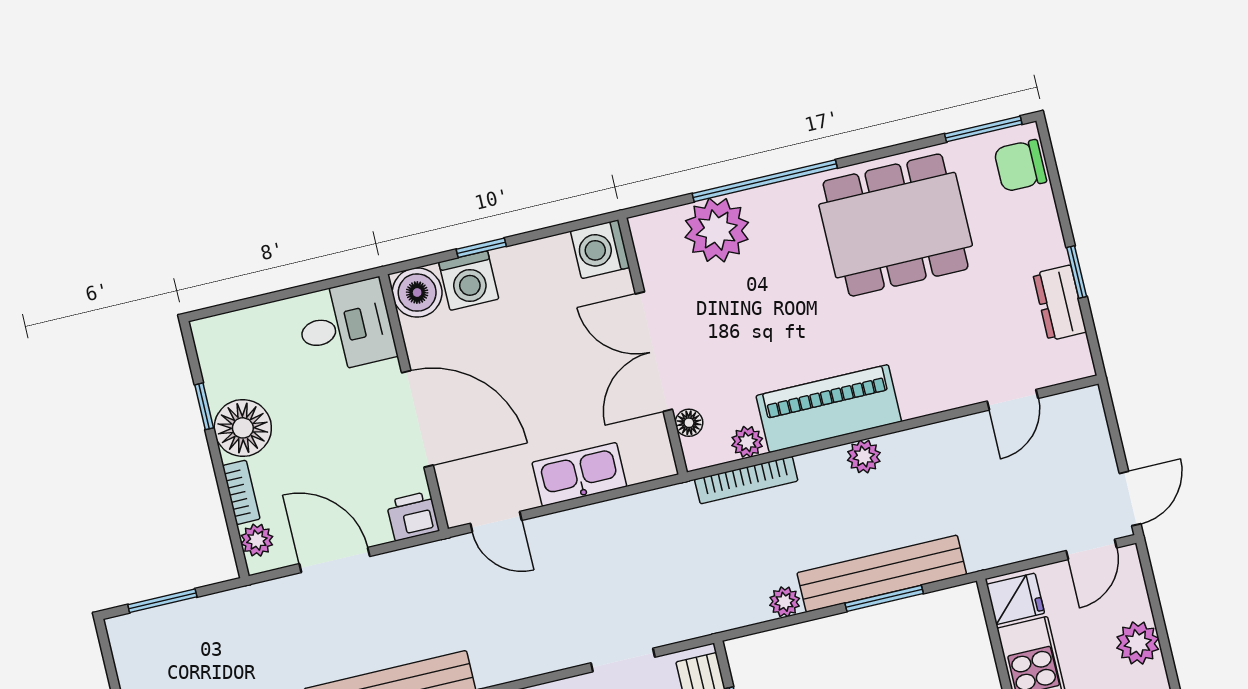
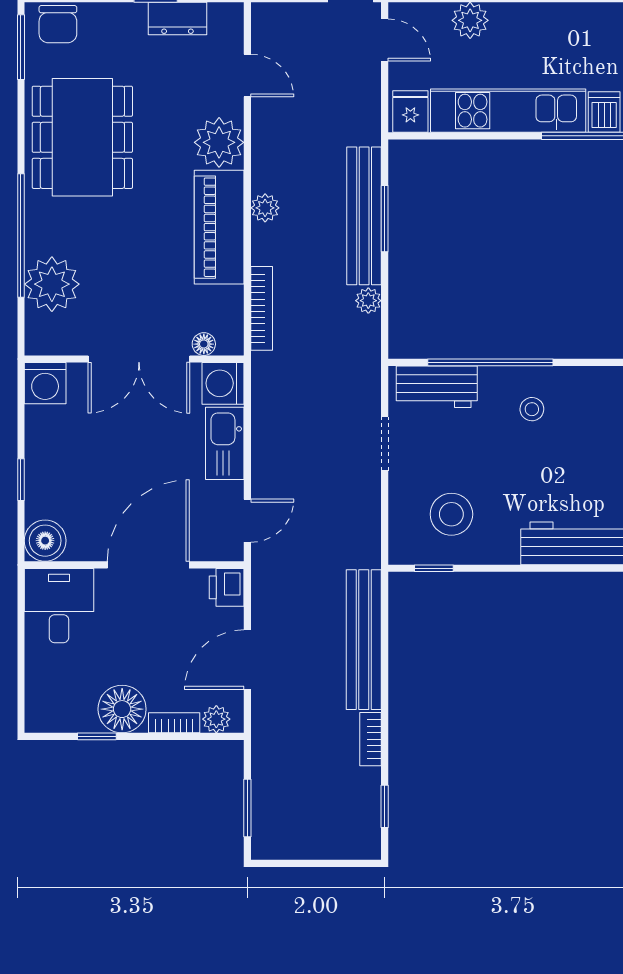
washing machine: (469, 281) -> (223, 383), moved, turned 180
plant: (747, 442) -> (219, 142), moved, width x1.88, depth x1.88

